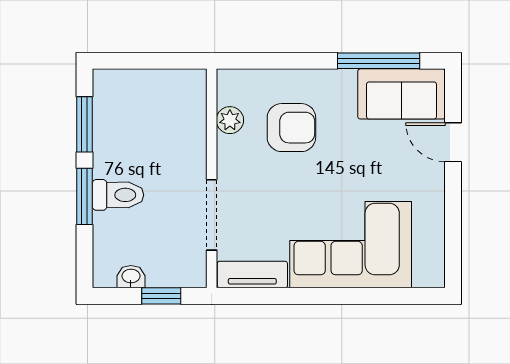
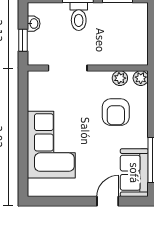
plant: (230, 82) -> (141, 78), added
tv unit: (252, 275) -> (35, 90), removed

